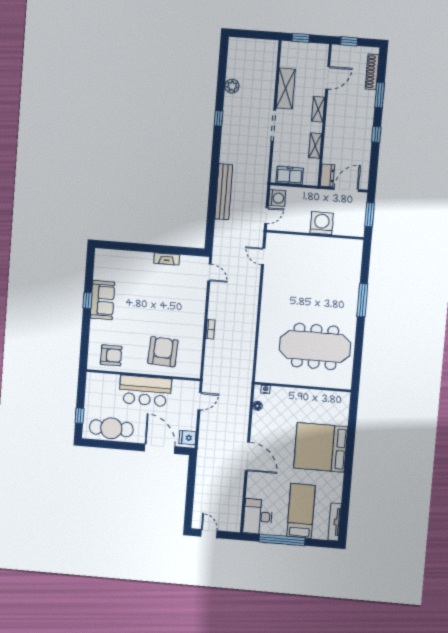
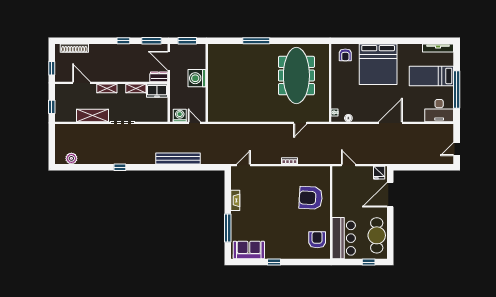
plant: (232, 86) -> (71, 158), moved
window: (380, 95) -> (152, 41), moved
freezer: (290, 175) -> (157, 91), moved, turned -90
window: (133, 247) -> (228, 228), added
door: (263, 256) -> (300, 123), moved
sofa: (102, 300) -> (249, 250), moved
bar counter: (145, 391) -> (344, 238), moved
armchair: (336, 408) -> (345, 55), added

